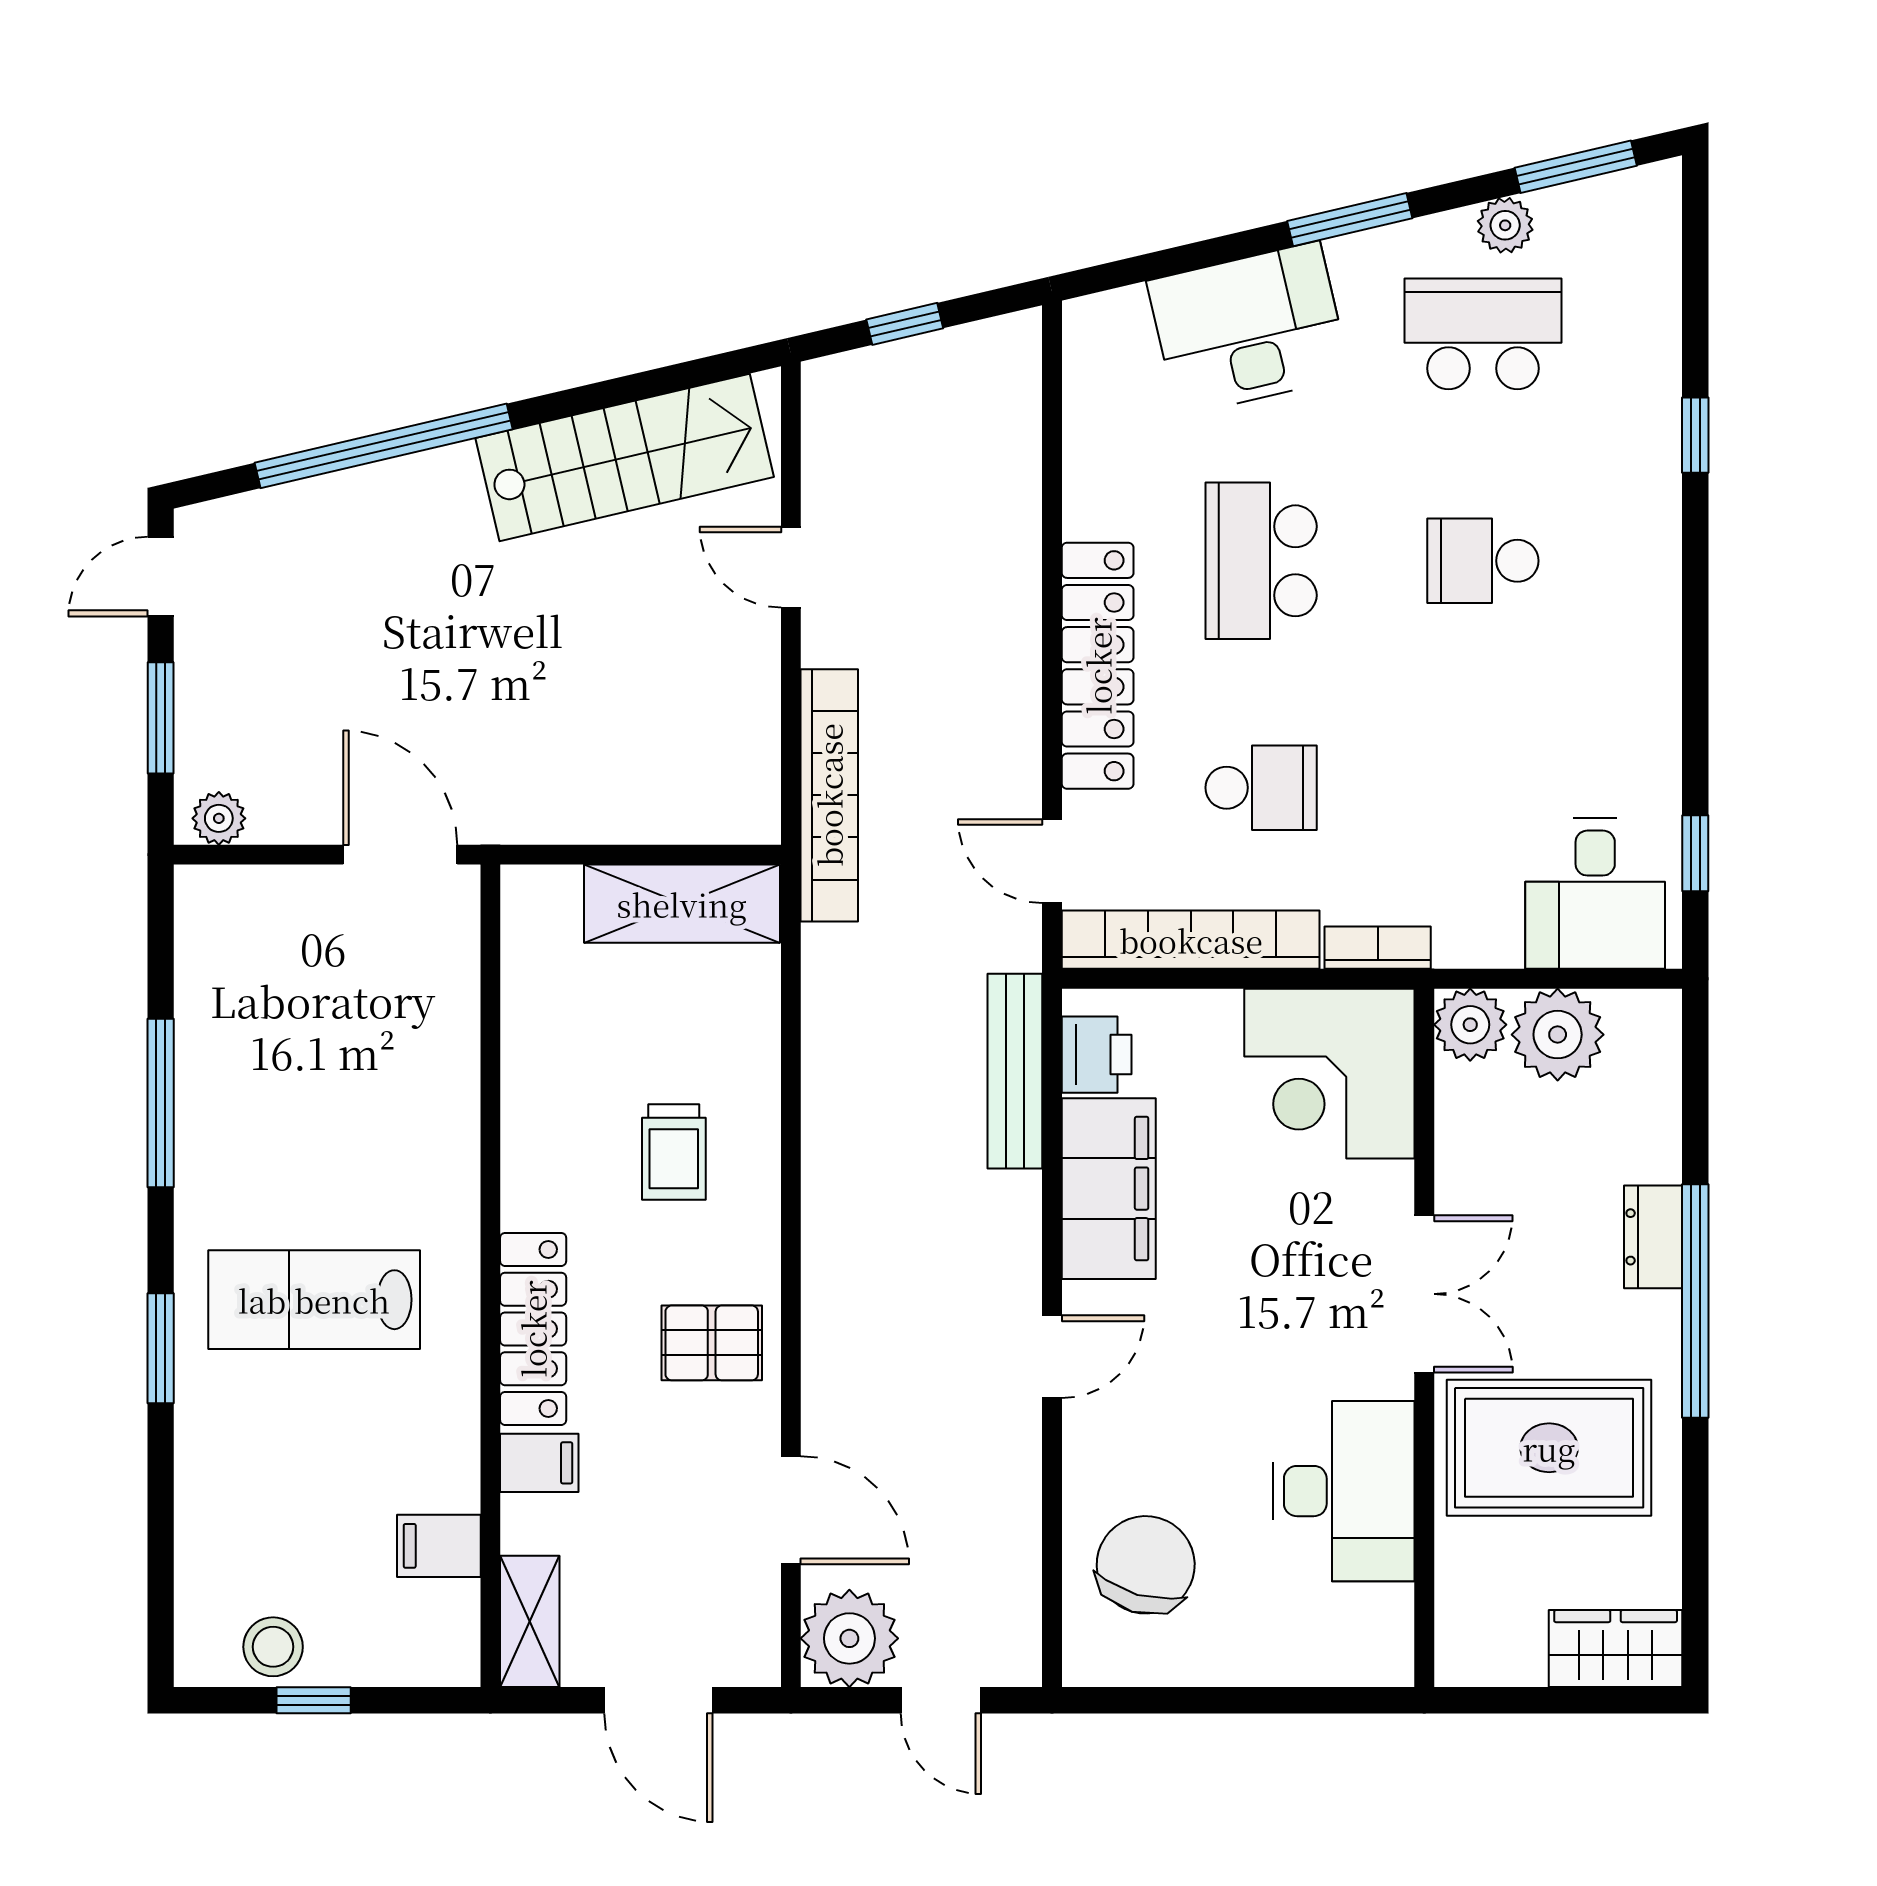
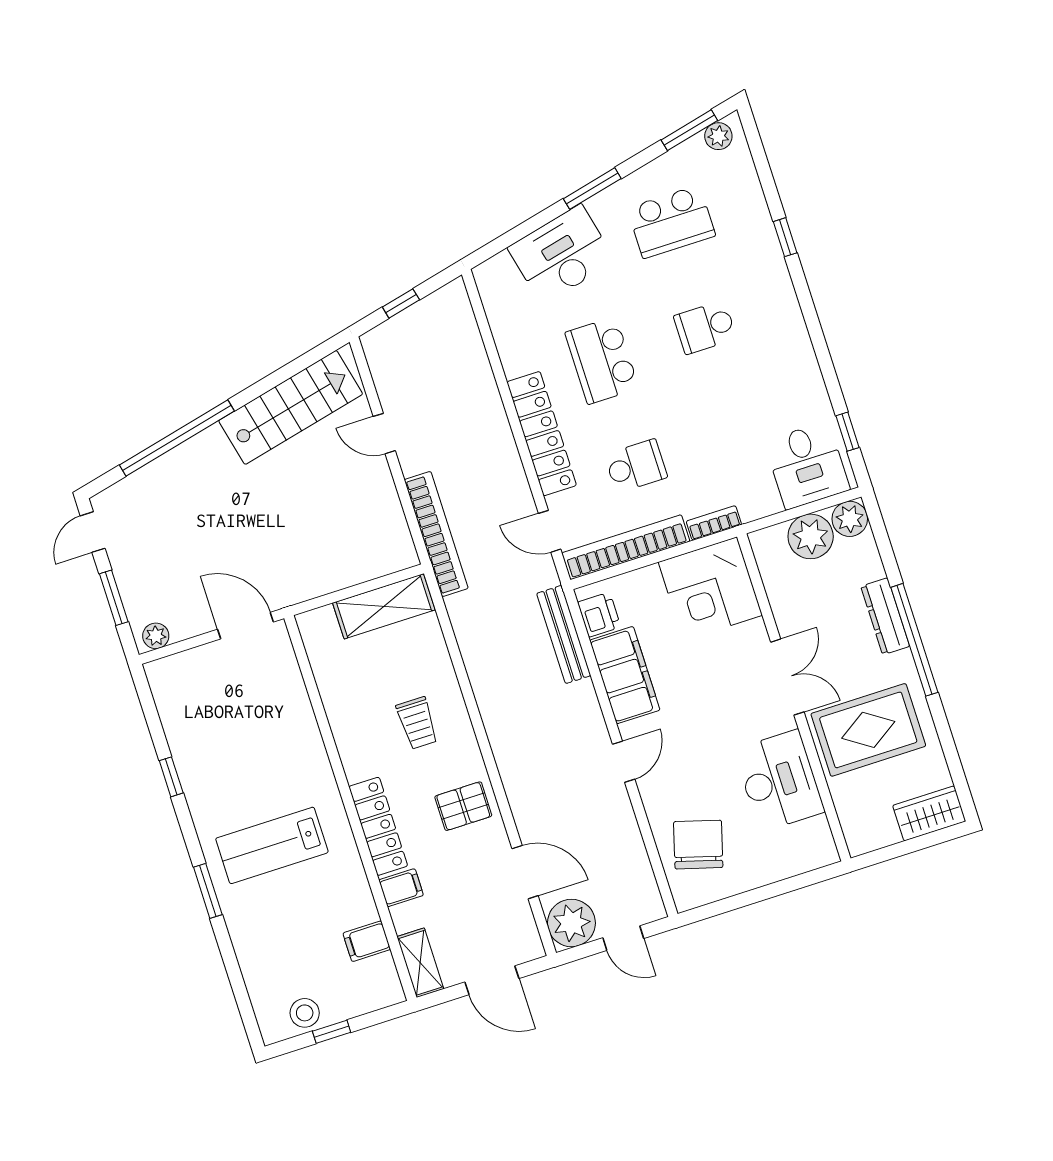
plant: (1505, 225) -> (718, 136), moved
school desk: (1483, 334) -> (671, 222), turned 180
plant: (1470, 1025) -> (850, 519), moved
window: (161, 1103) -> (171, 777), width x0.46
dresser: (1653, 1237) -> (885, 616), width x1.44

